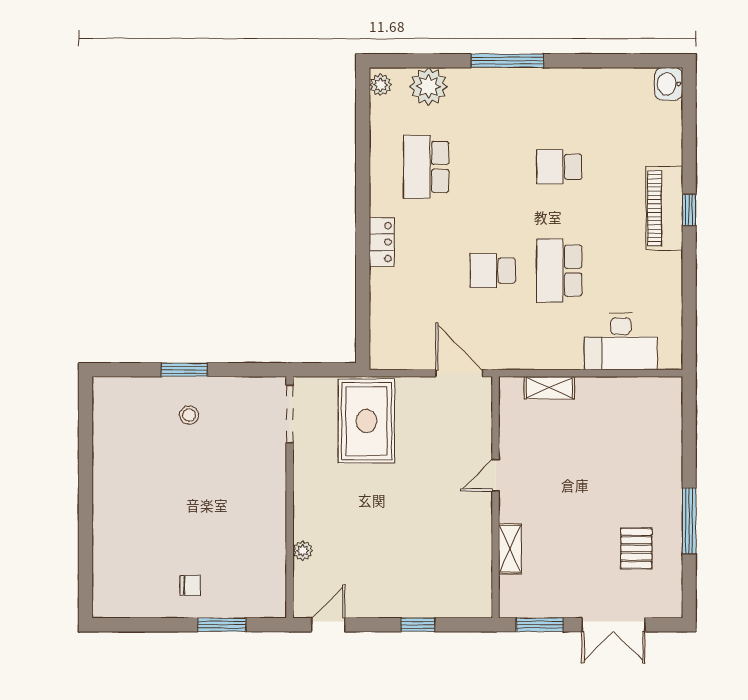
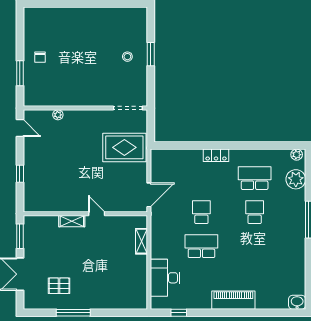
school desk: (559, 167) -> (255, 212), moved
window: (689, 210) -> (179, 313), moved
shelving: (510, 549) -> (72, 221), moved

